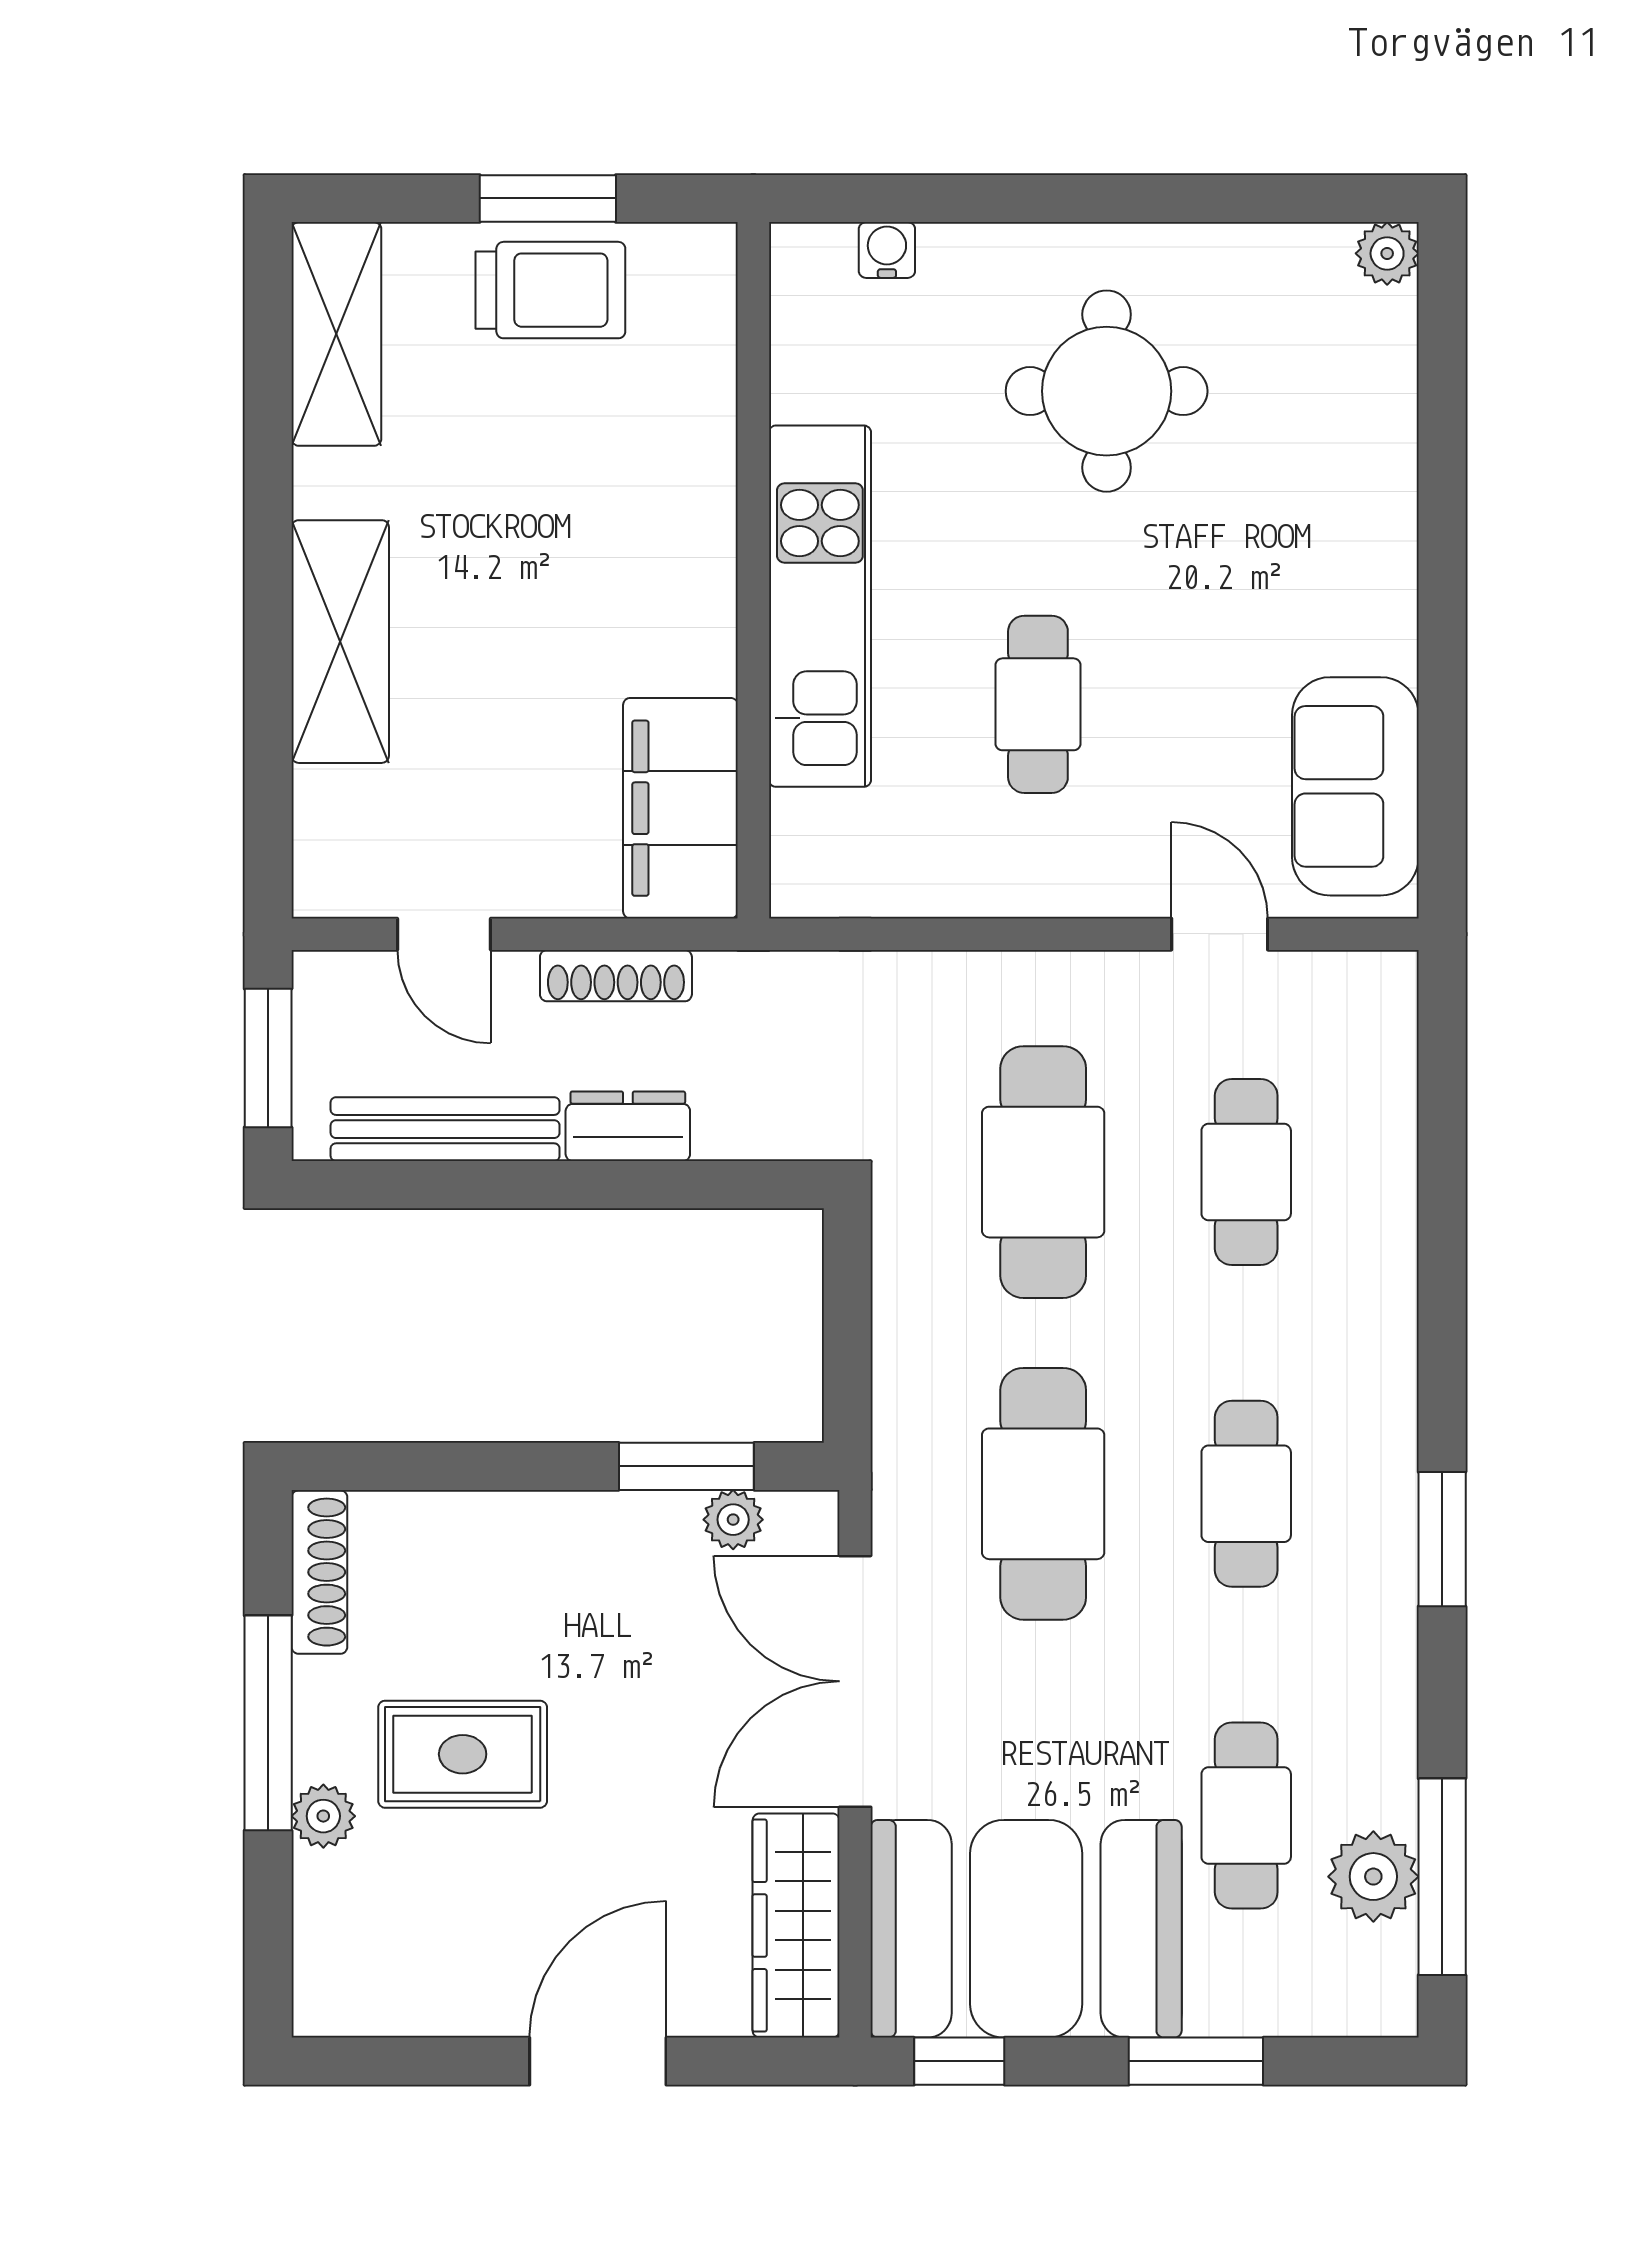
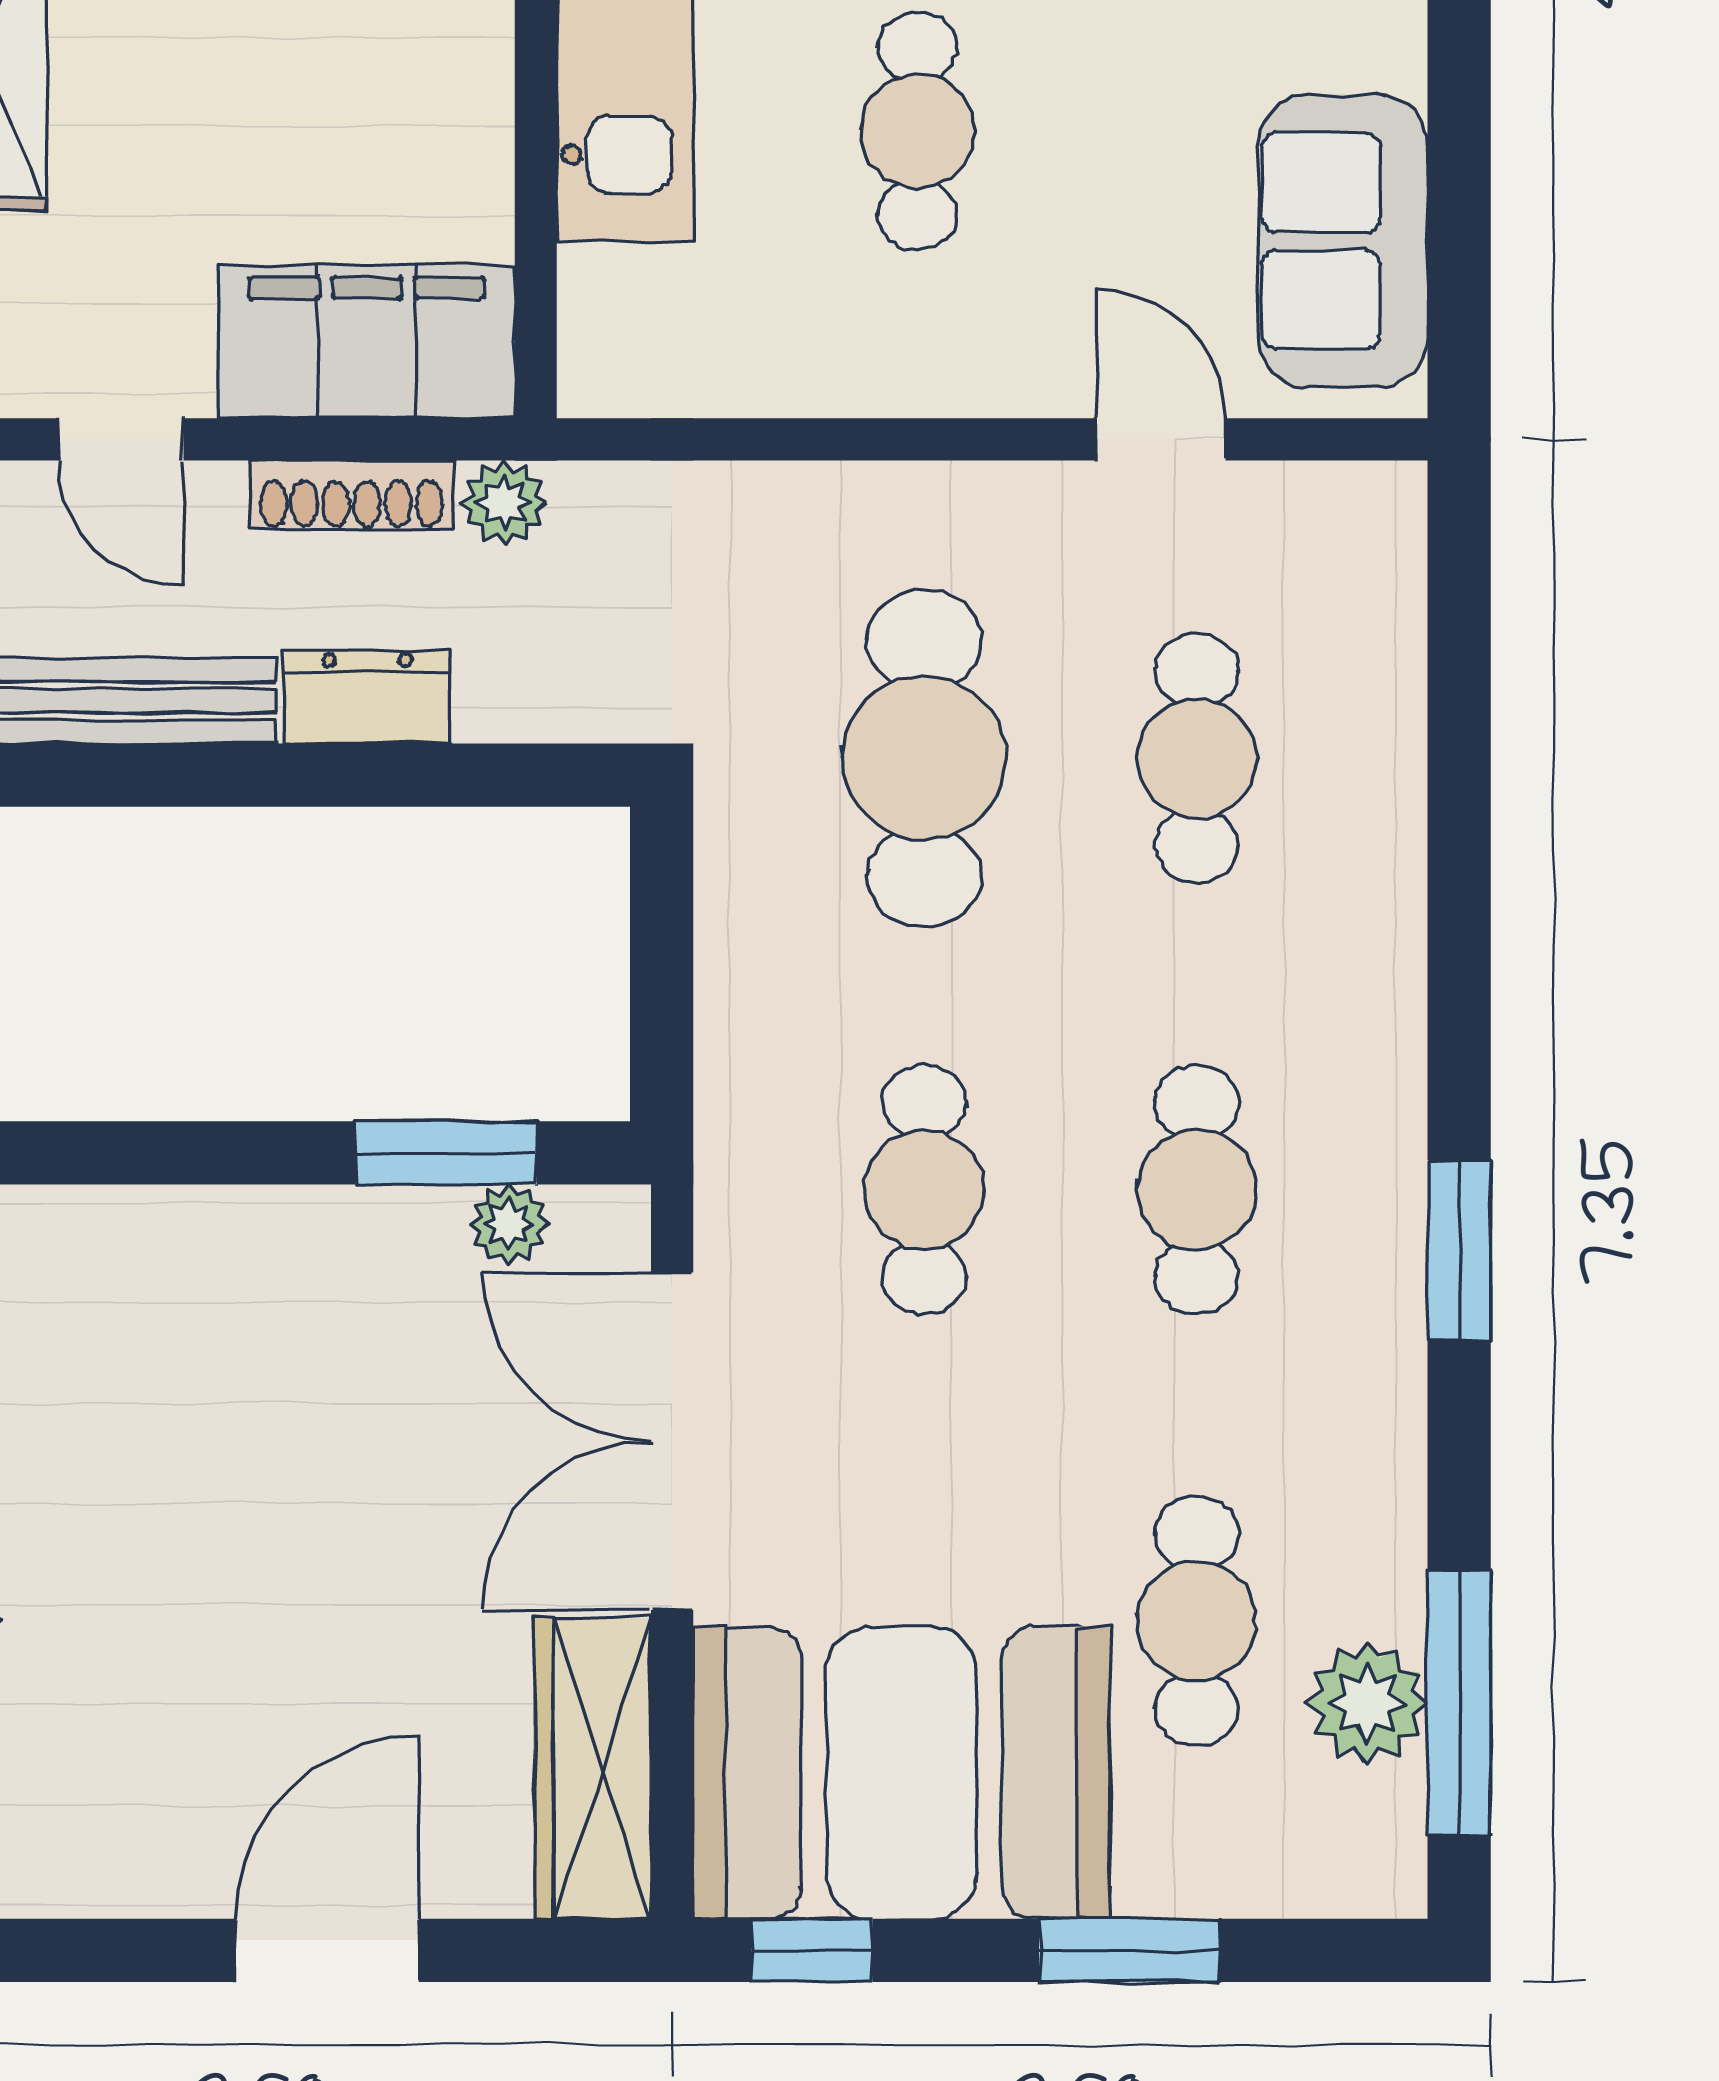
filing cabinet: (680, 808) -> (367, 342), moved, turned 90
plant: (730, 981) -> (504, 503), added
cafe table: (1043, 1494) -> (924, 1190), width x0.73, depth x0.74
rug: (463, 1754) -> (146, 1539), removed

